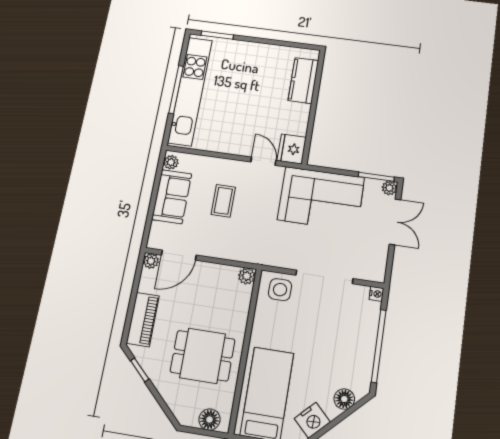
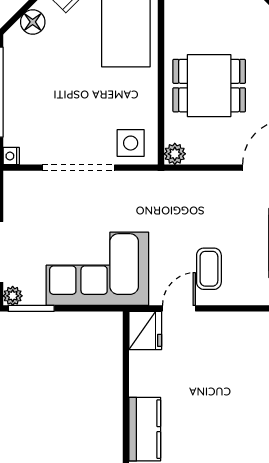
door: (263, 161) -> (179, 308), swing flipped
coffee table: (223, 201) -> (209, 269), moved
dining table: (203, 356) -> (209, 86), moved

